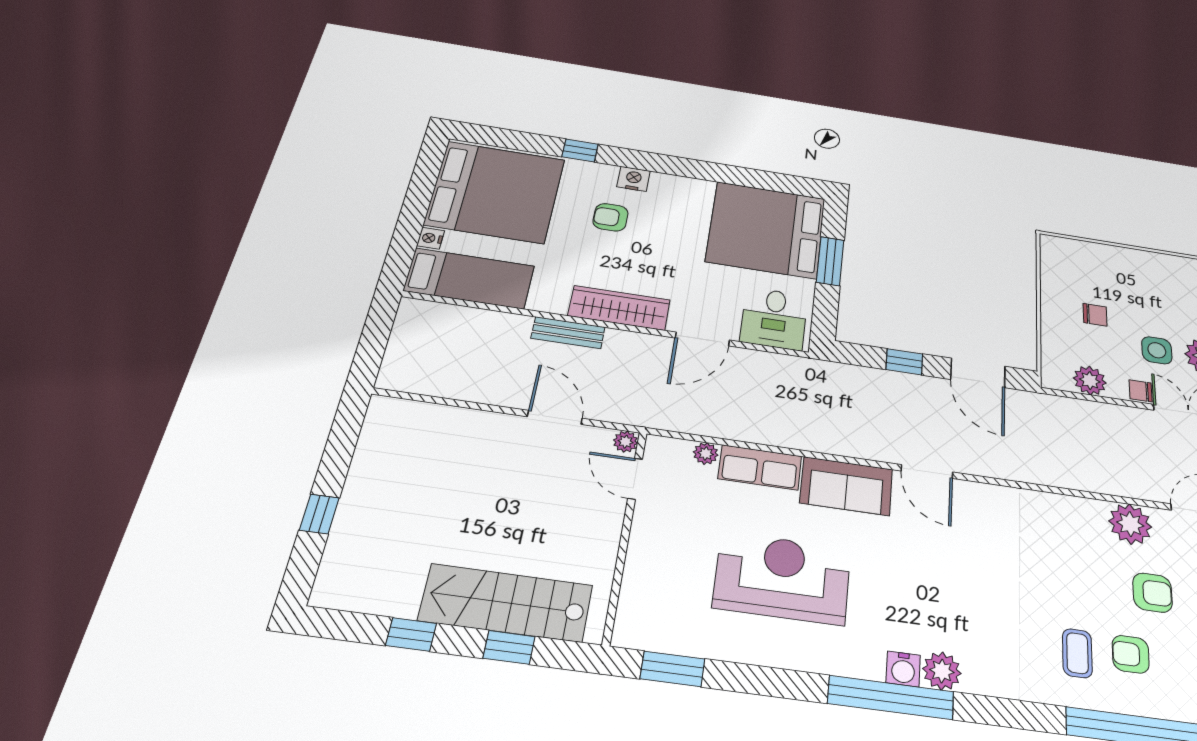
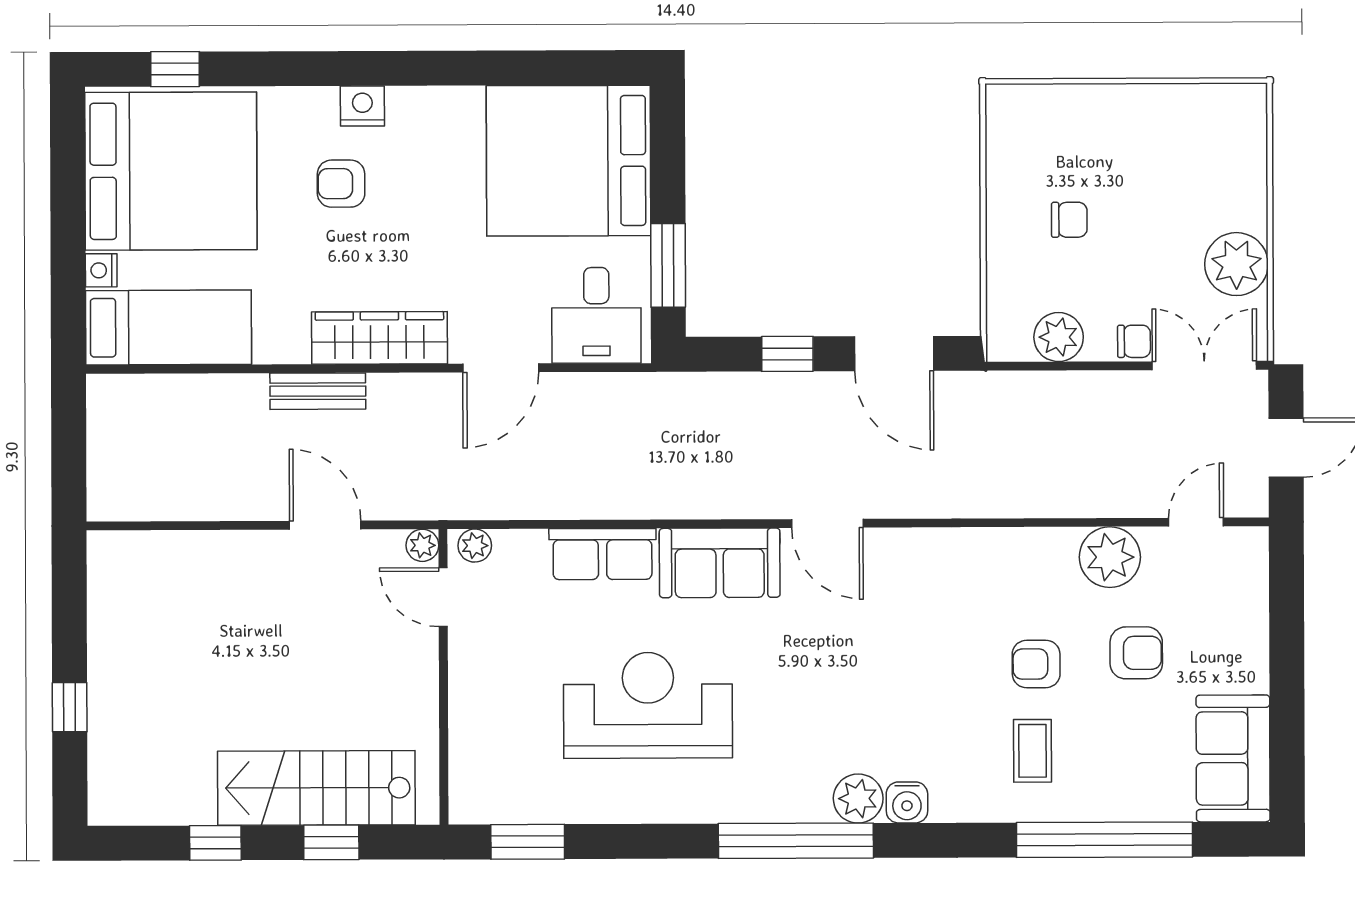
window: (580, 151) -> (175, 69), moved
window: (830, 261) -> (668, 265), moved
side table: (1157, 350) -> (1162, 266), removed
chair: (1141, 391) -> (1134, 341), turned 180
plant: (706, 454) -> (475, 546), moved
armchair: (1131, 654) -> (1036, 664), moved
water cooler: (903, 669) -> (907, 802), moved

